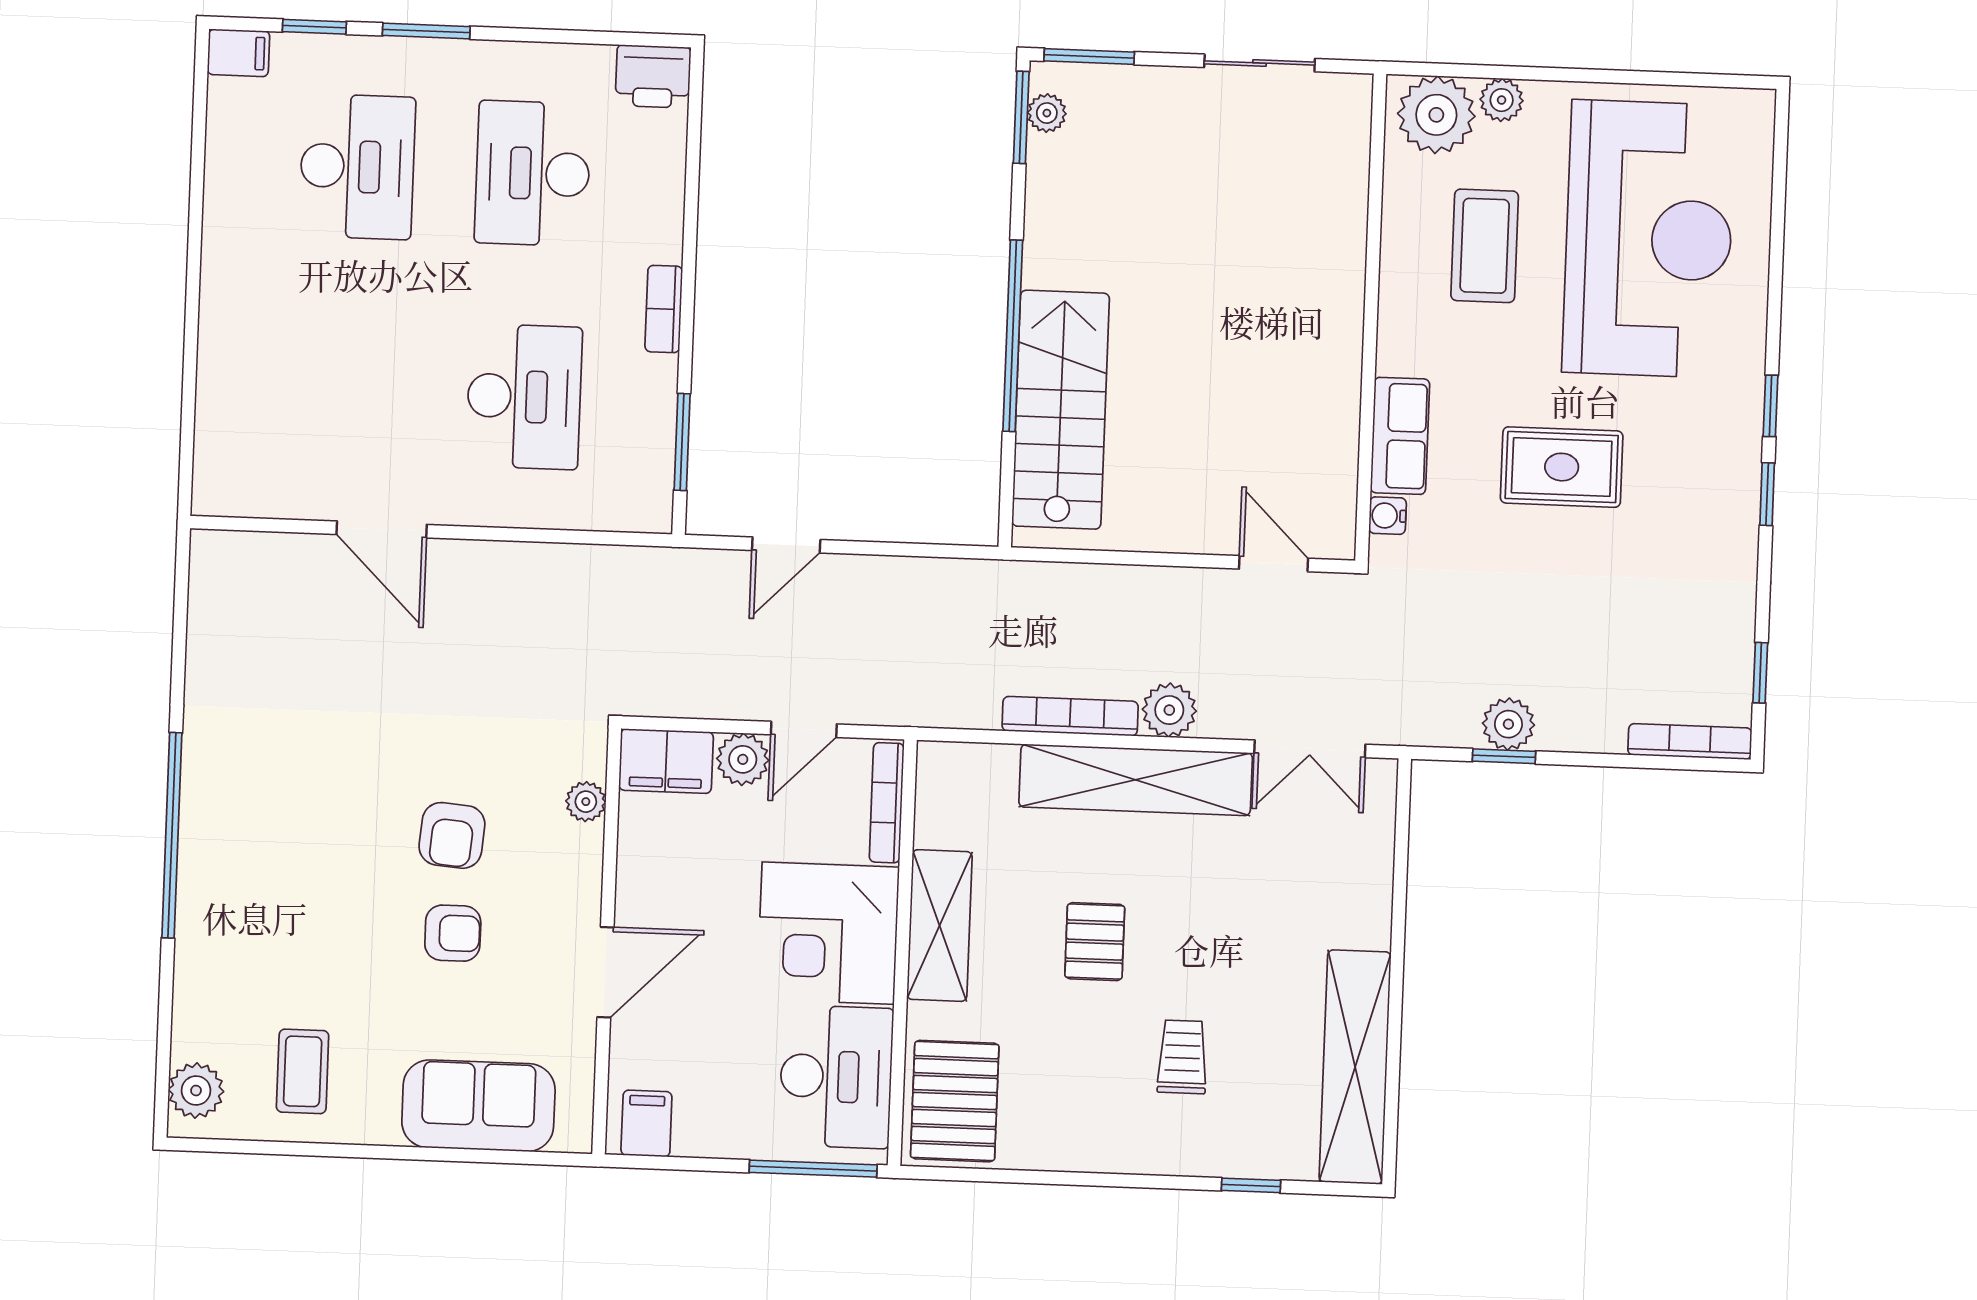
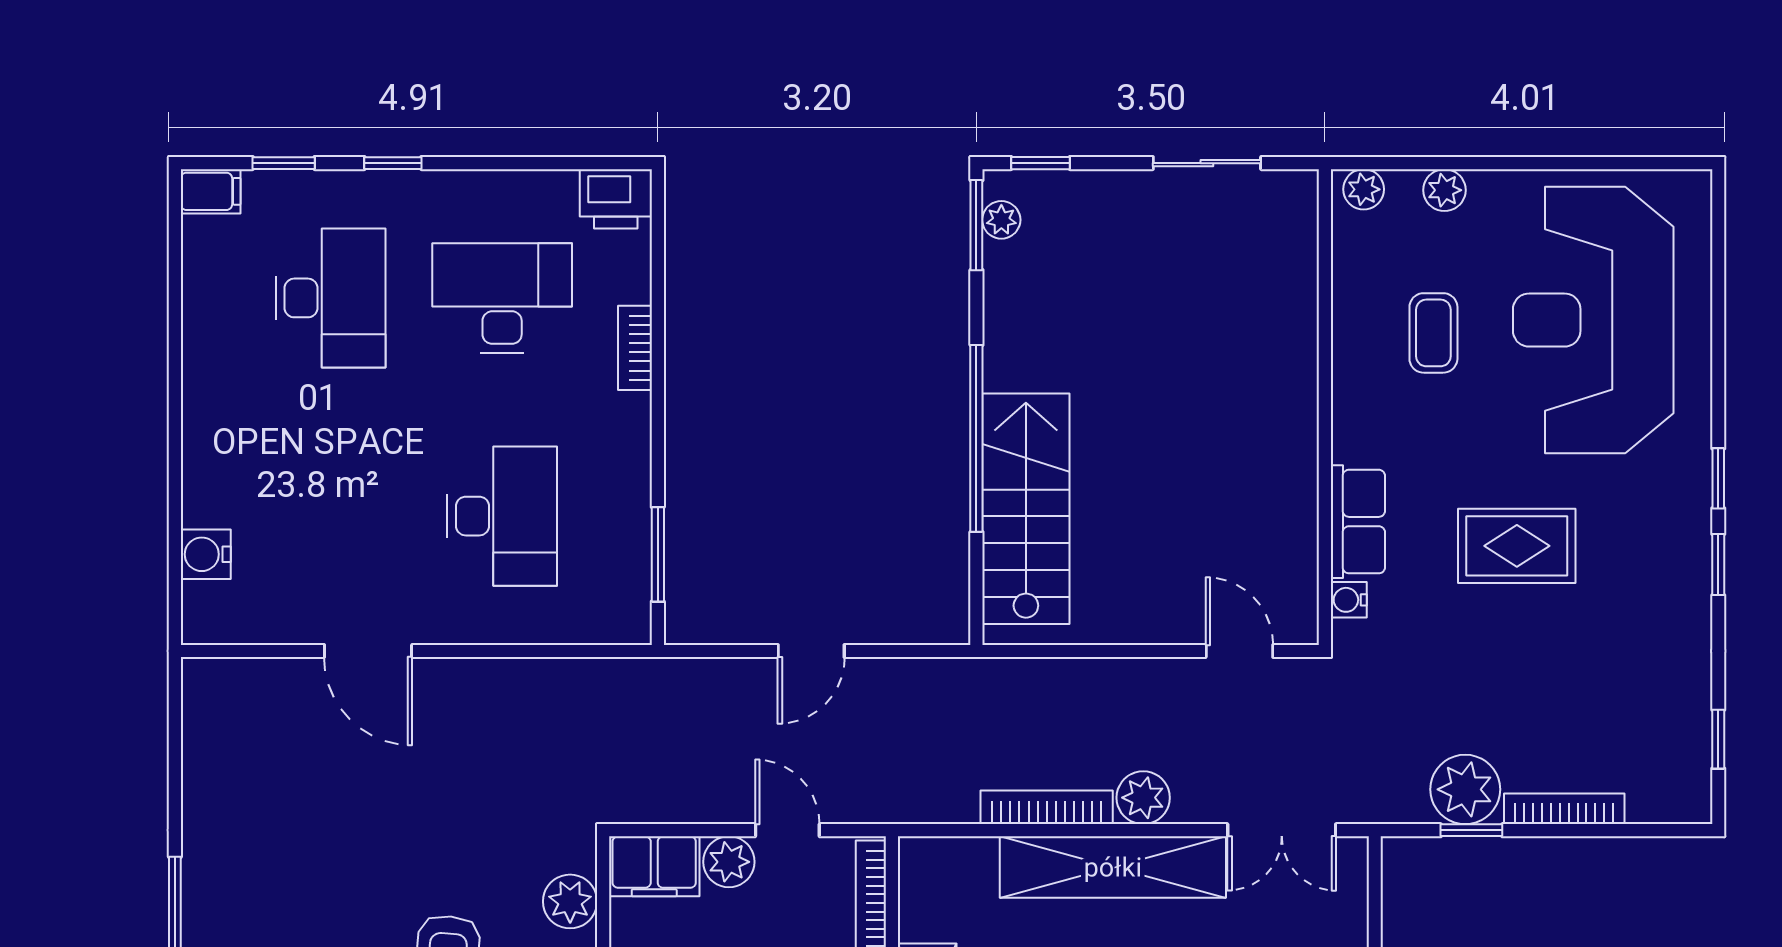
window: (426, 31) -> (393, 163), width x0.67
window: (1089, 56) -> (1040, 163), width x0.67
plant: (1436, 115) -> (1364, 189), width x0.53, depth x0.53
desk: (533, 173) -> (502, 298), turned 90
reception desk: (1649, 239) -> (1593, 320), turned 180
coffee table: (1485, 246) -> (1433, 333), width x0.73, depth x0.77
bookcase: (664, 309) -> (635, 348), moved
water cooler: (219, 424) -> (206, 554), added
door: (786, 545) -> (811, 651), moved
plant: (1508, 724) -> (1465, 789), width x1.36, depth x1.36
door: (804, 729) -> (787, 830), swing flipped
bookcase: (1690, 742) -> (1564, 809), moved
plant: (586, 802) -> (570, 901), width x1.38, depth x1.38

